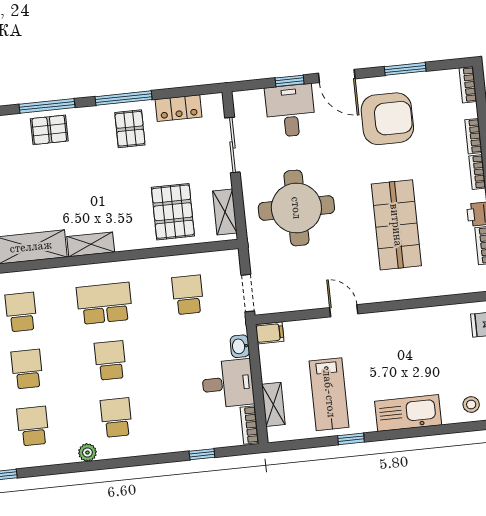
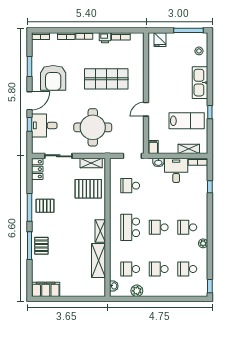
locker: (178, 108) -> (37, 169), moved
armchair: (387, 119) -> (53, 78), turned 180

